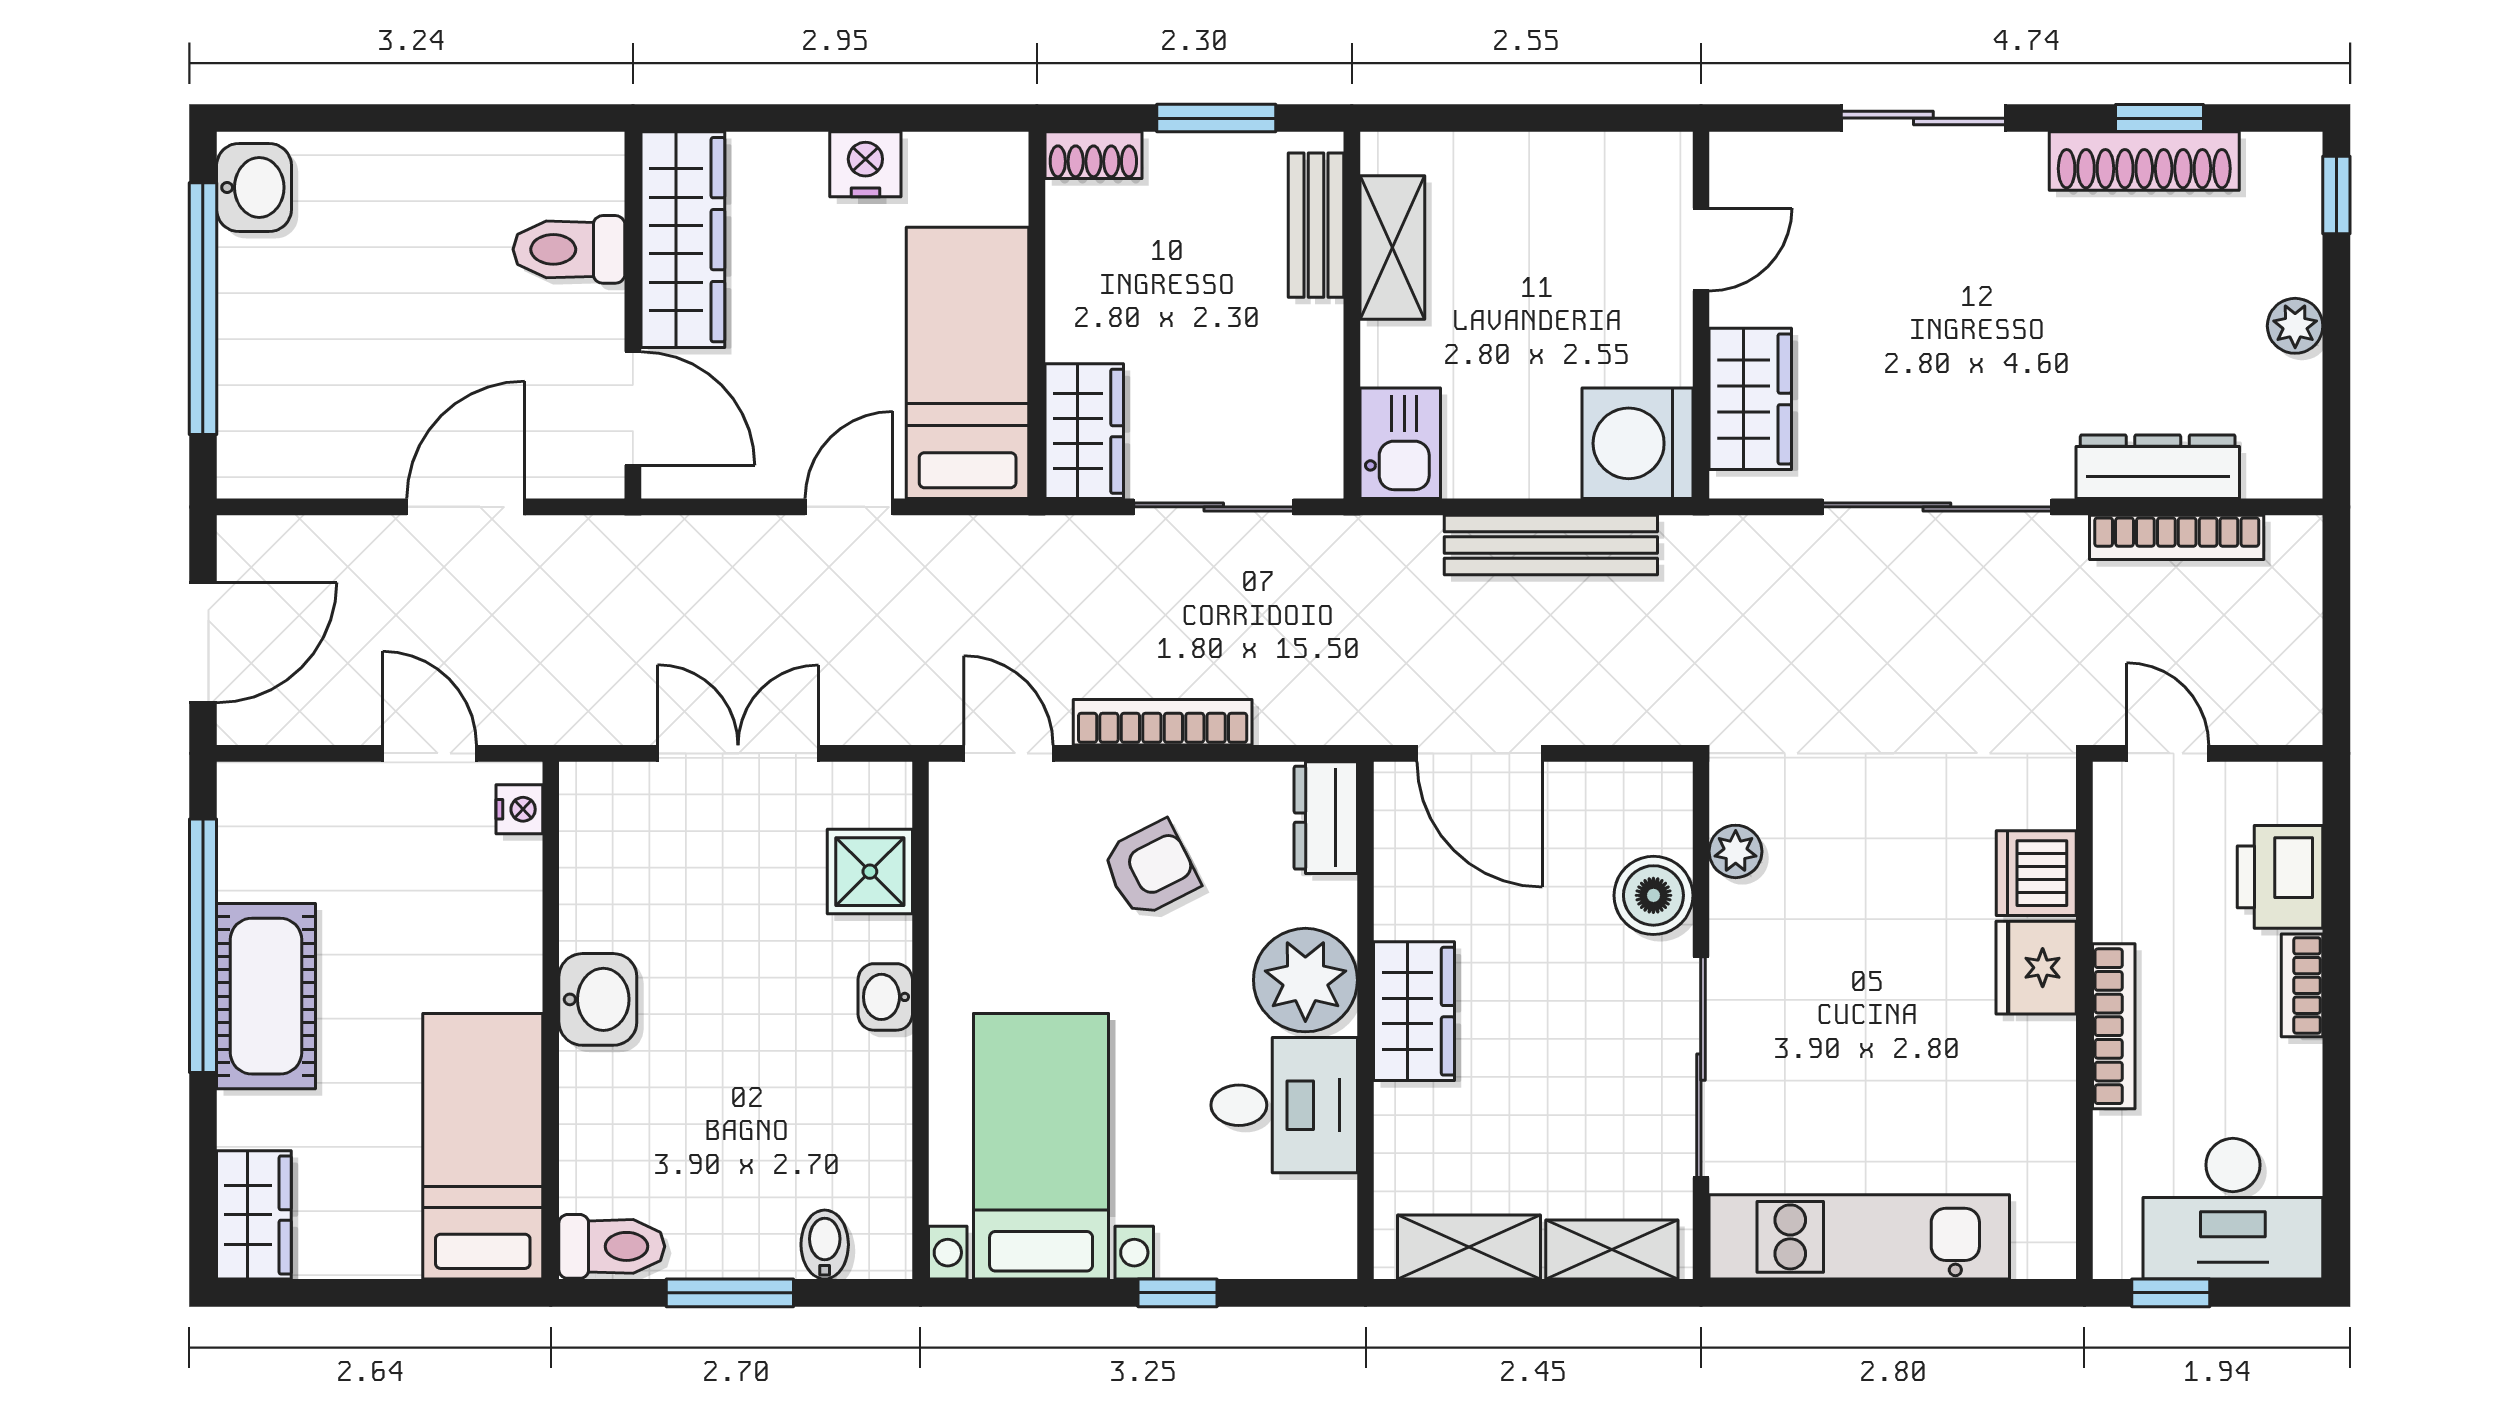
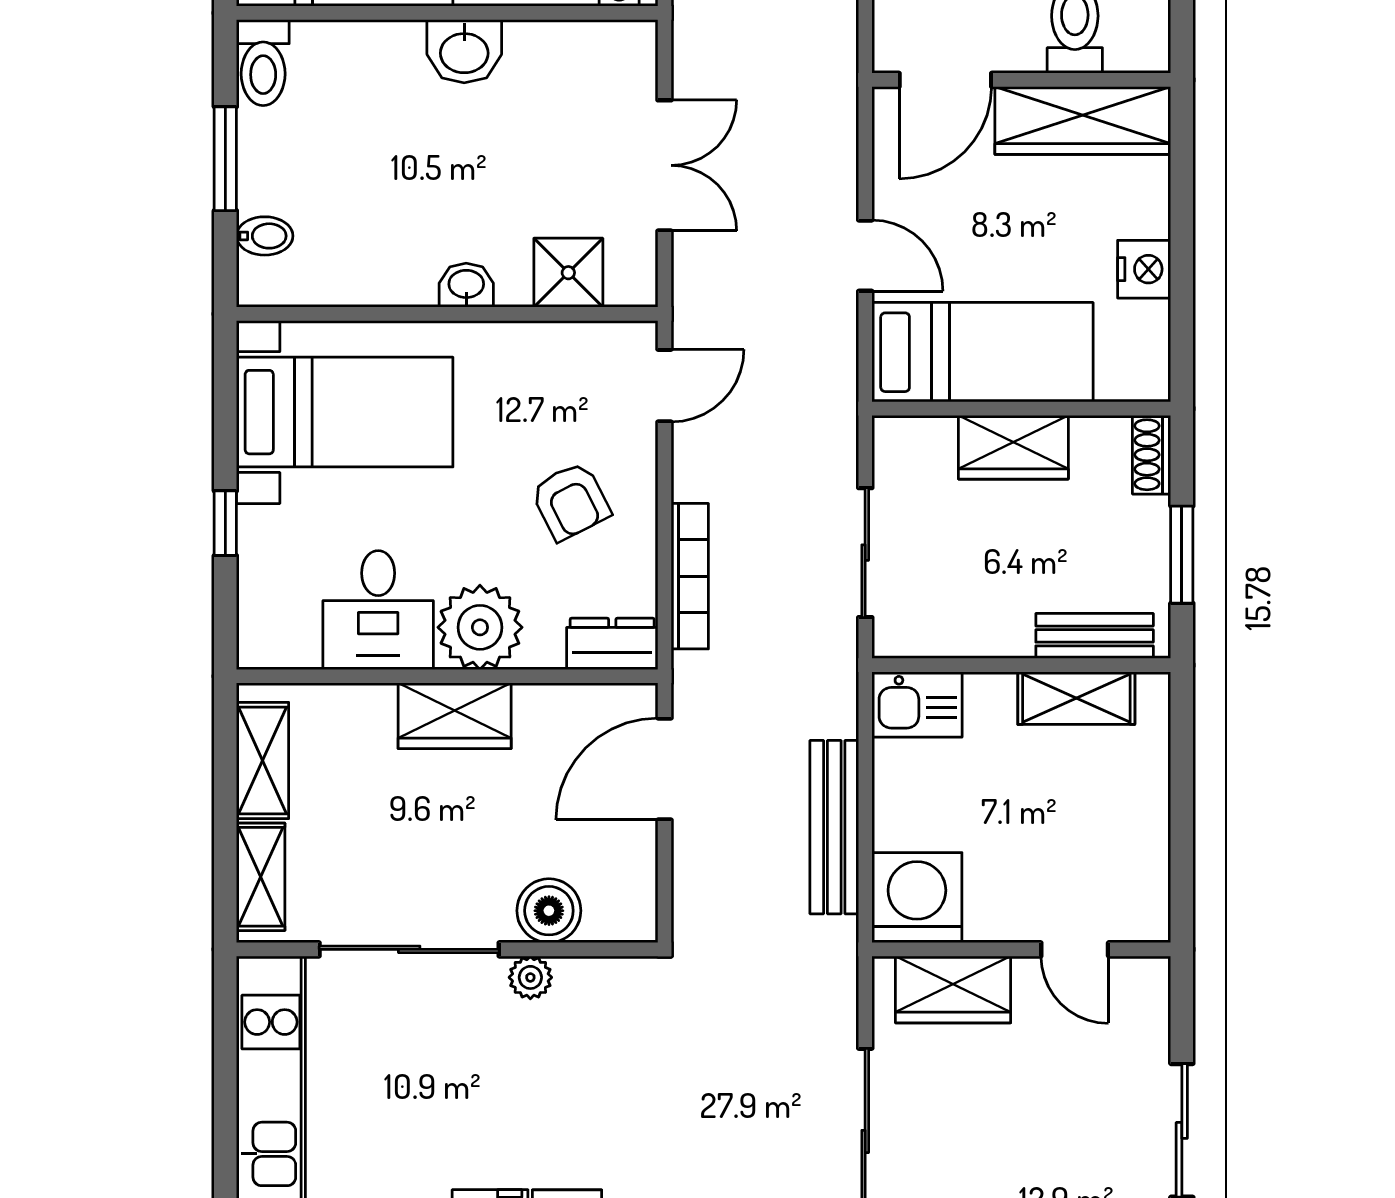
wardrobe: (1084, 431) -> (1013, 447), moved
bookcase: (1163, 722) -> (690, 576), moved
plant: (1736, 851) -> (530, 977), moved

